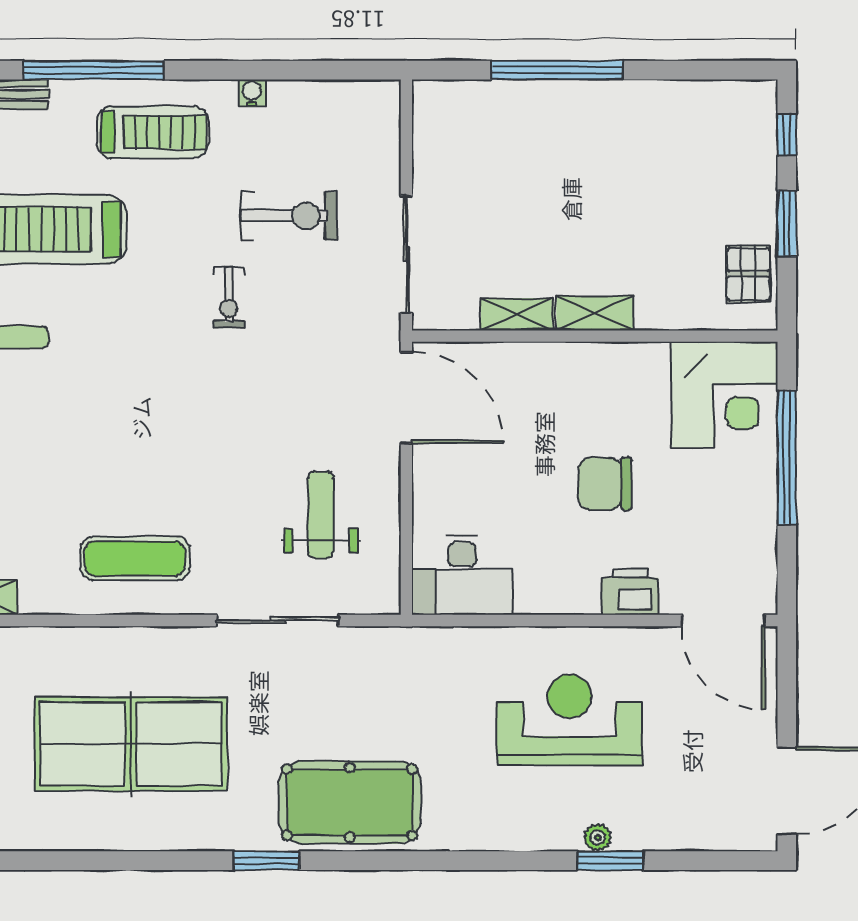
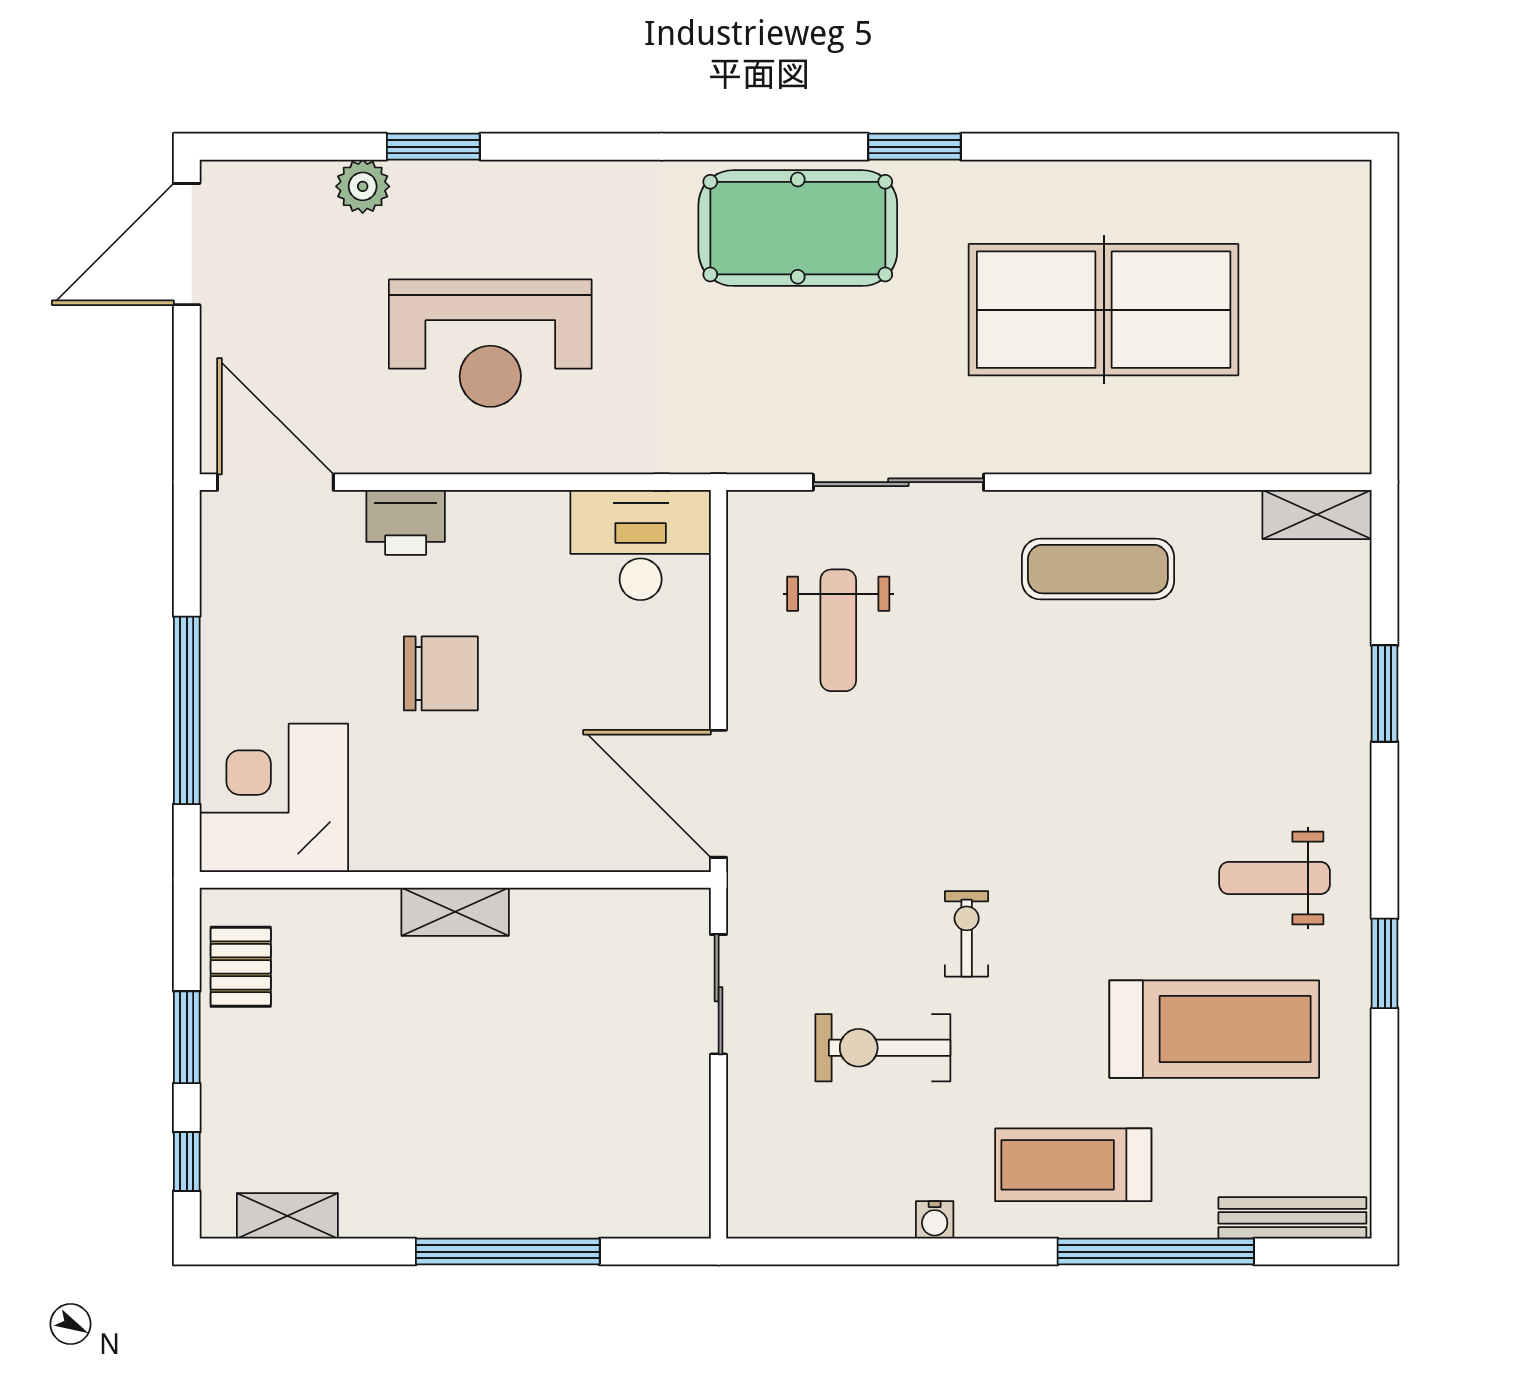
sliding door: (406, 254) -> (719, 994), width x0.73
shelving: (517, 314) -> (287, 1216), moved
plant: (598, 837) -> (363, 186), moved, width x1.38, depth x1.38

